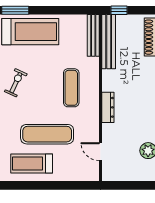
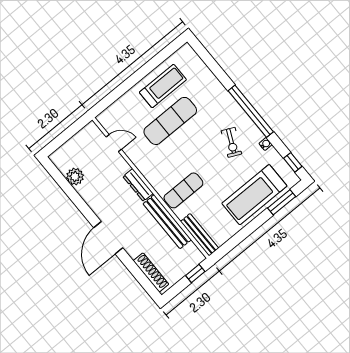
bench: (109, 42) -> (167, 222), moved
exercise mat: (71, 88) -> (183, 190), moved, turned 90

